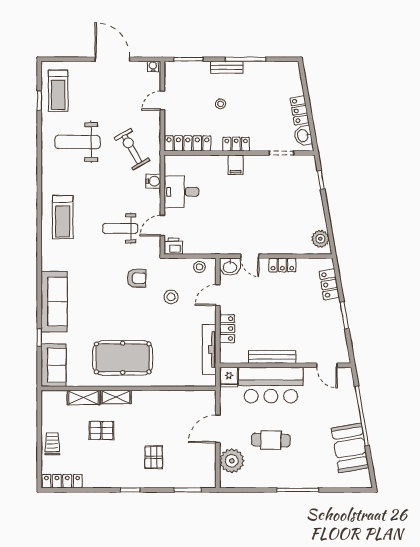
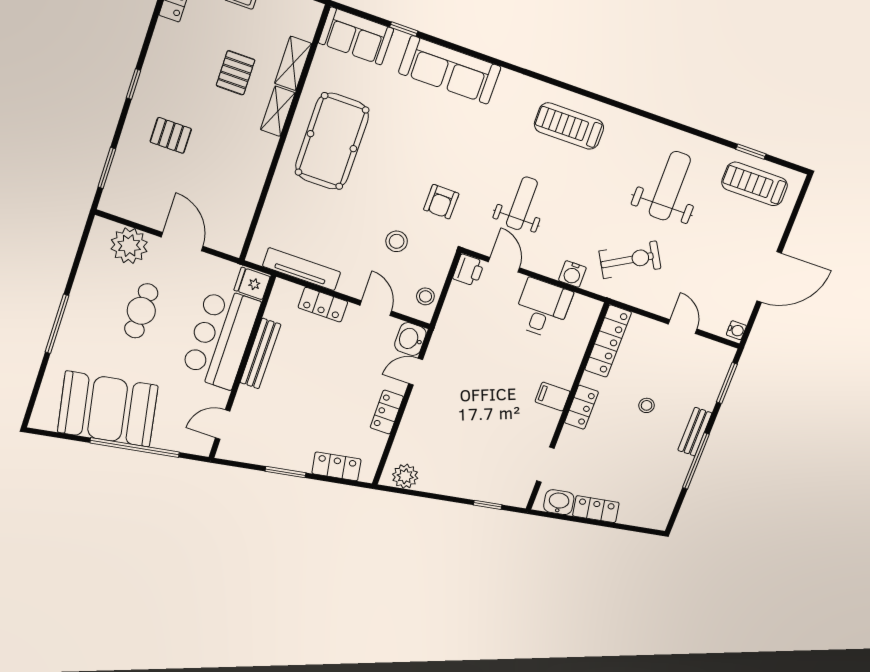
booth: (350, 448) -> (108, 409), width x1.36, depth x1.42

